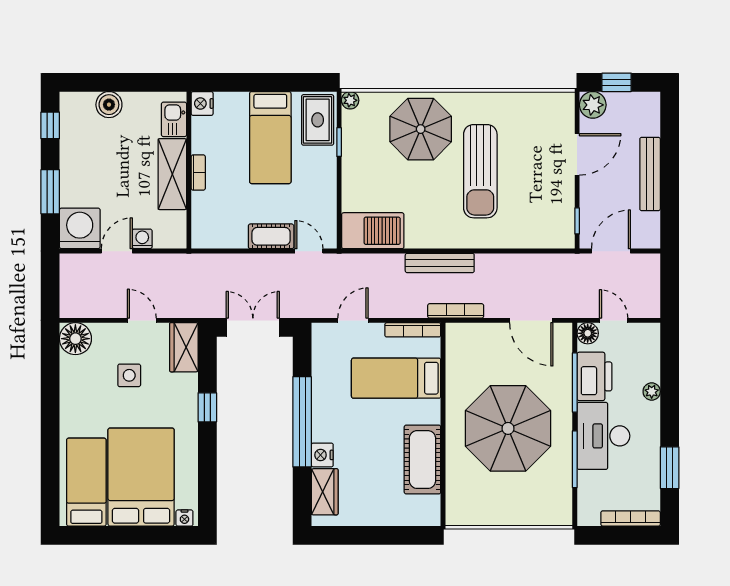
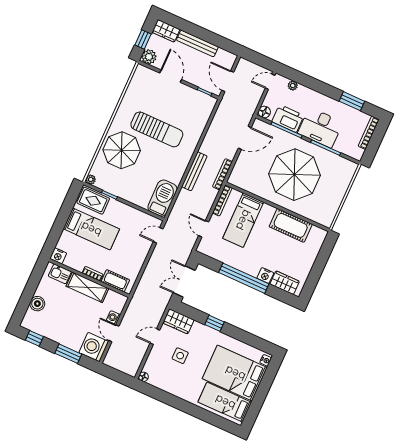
wardrobe: (648, 113) -> (166, 31), added
cot: (271, 236) -> (115, 281), moved, turned 90
door: (614, 320) -> (270, 82), moved
floor lamp: (75, 339) -> (143, 377), width x0.53, depth x0.53
plant: (652, 392) -> (293, 86), moved

